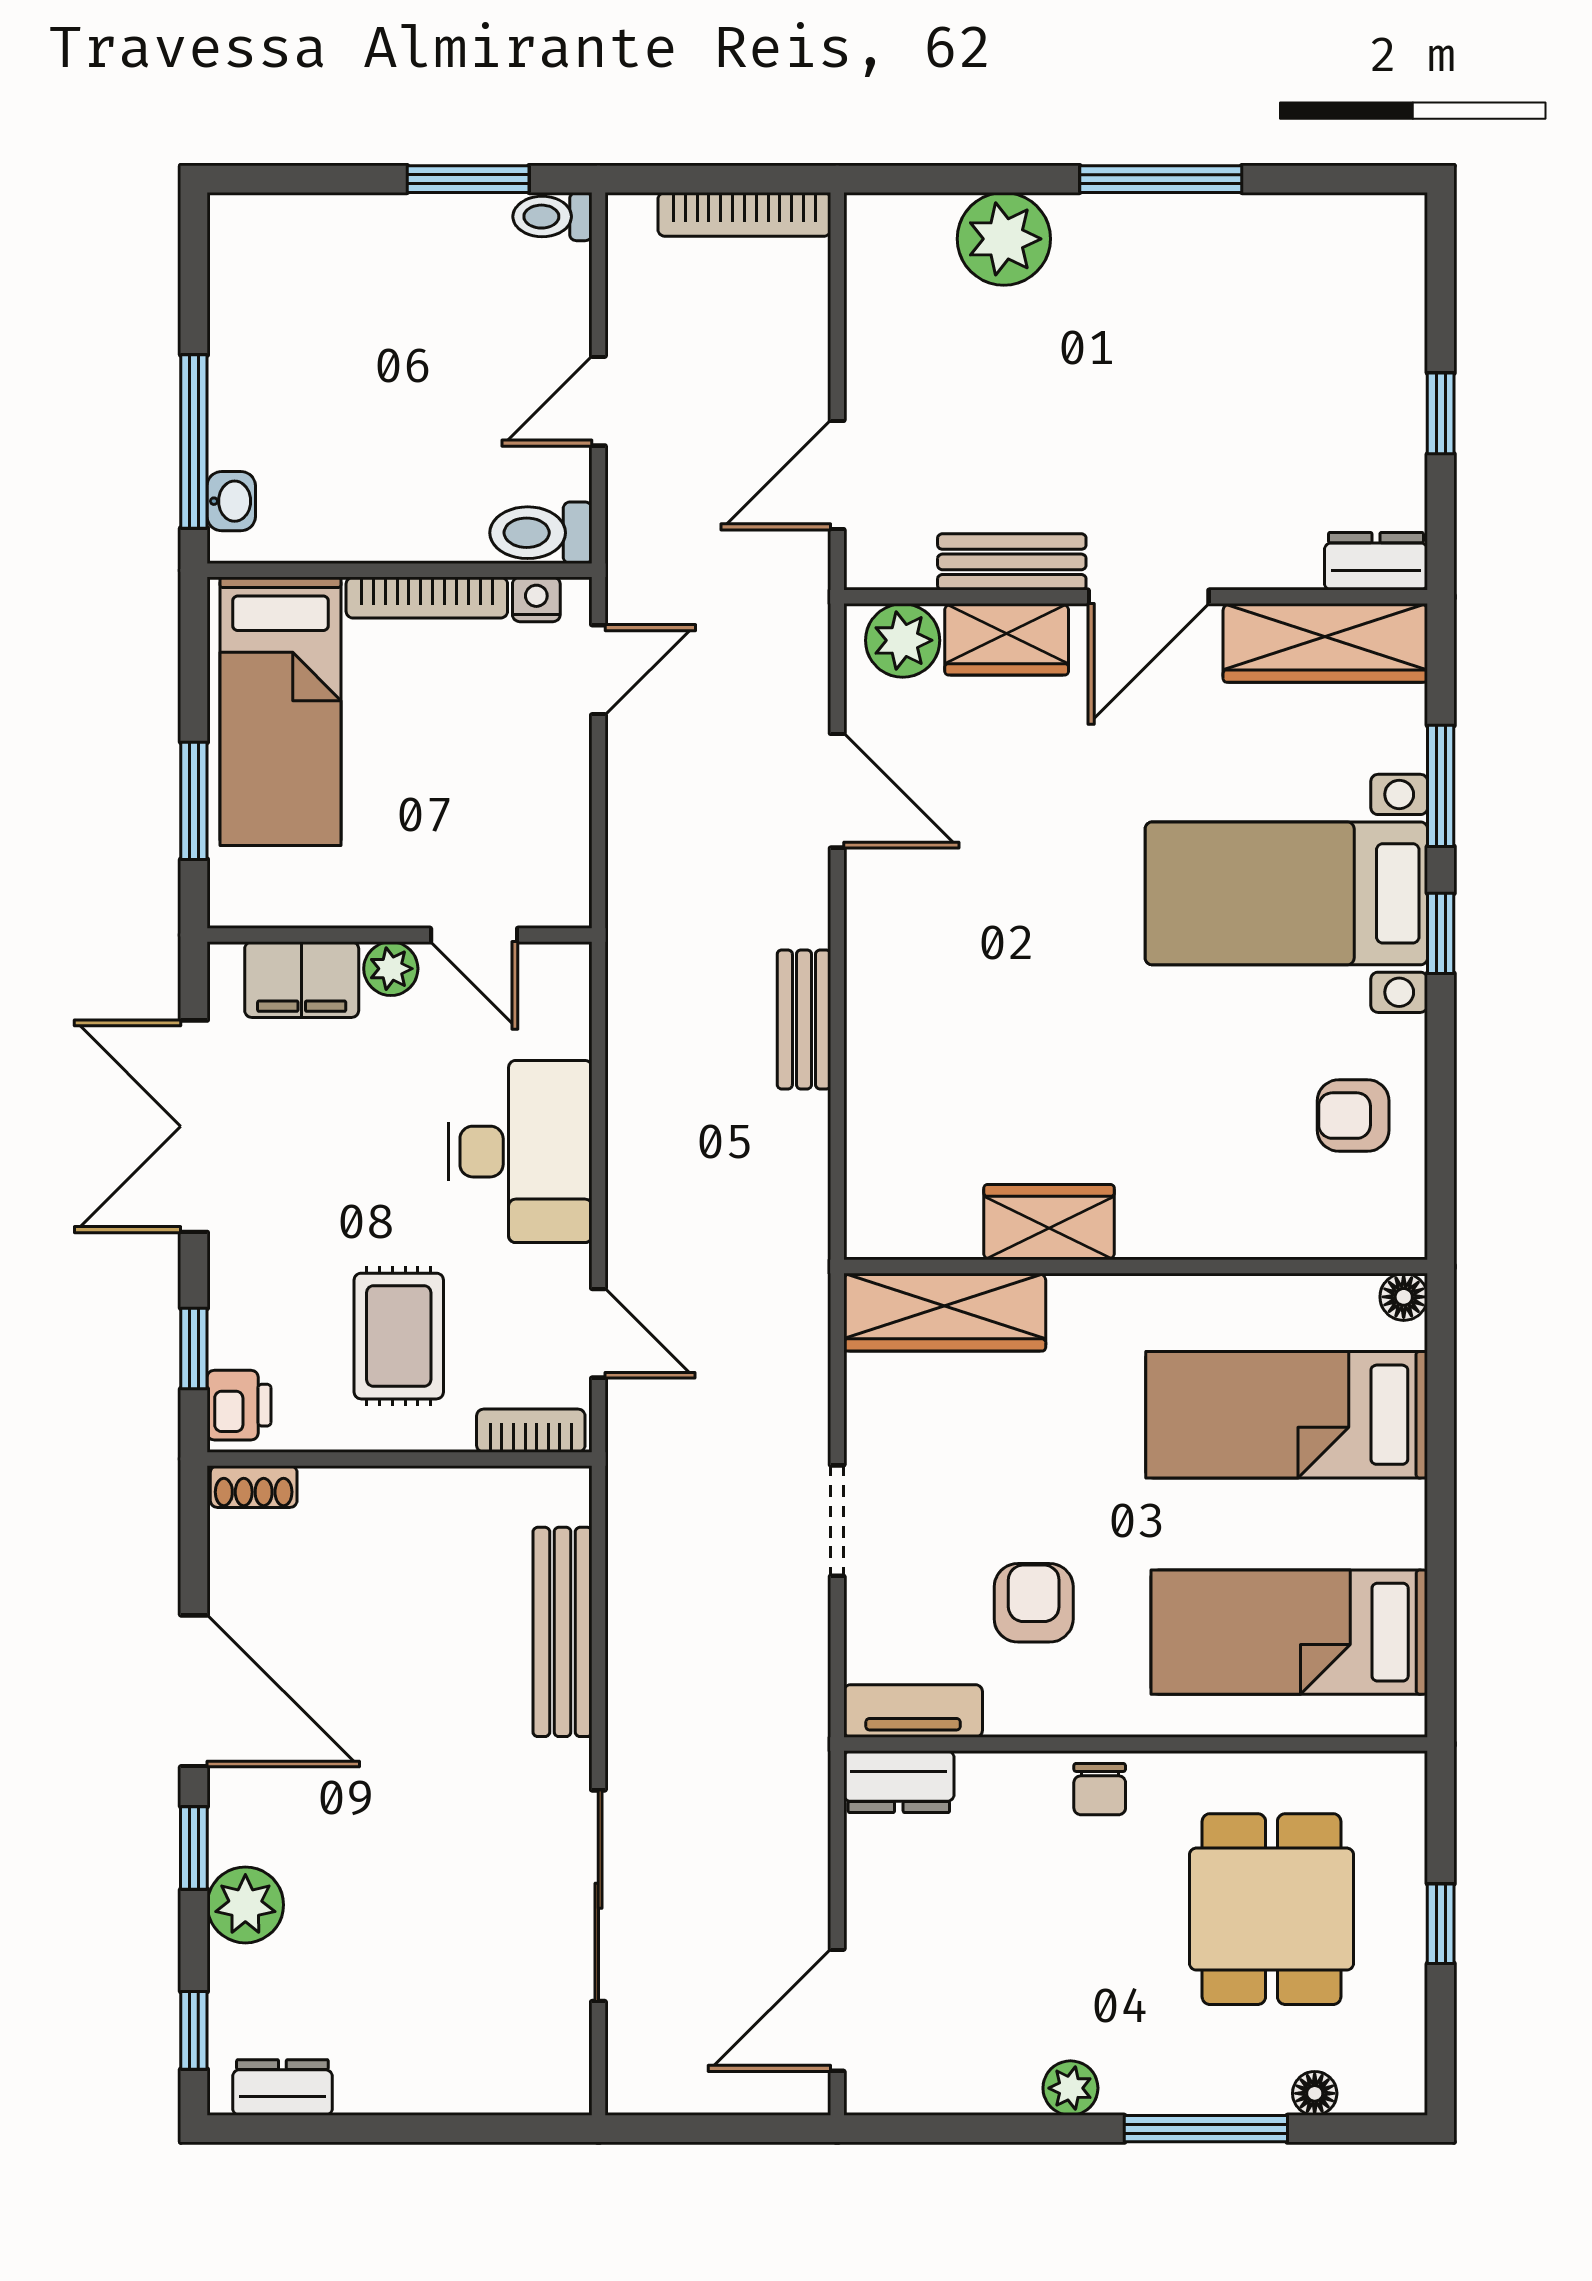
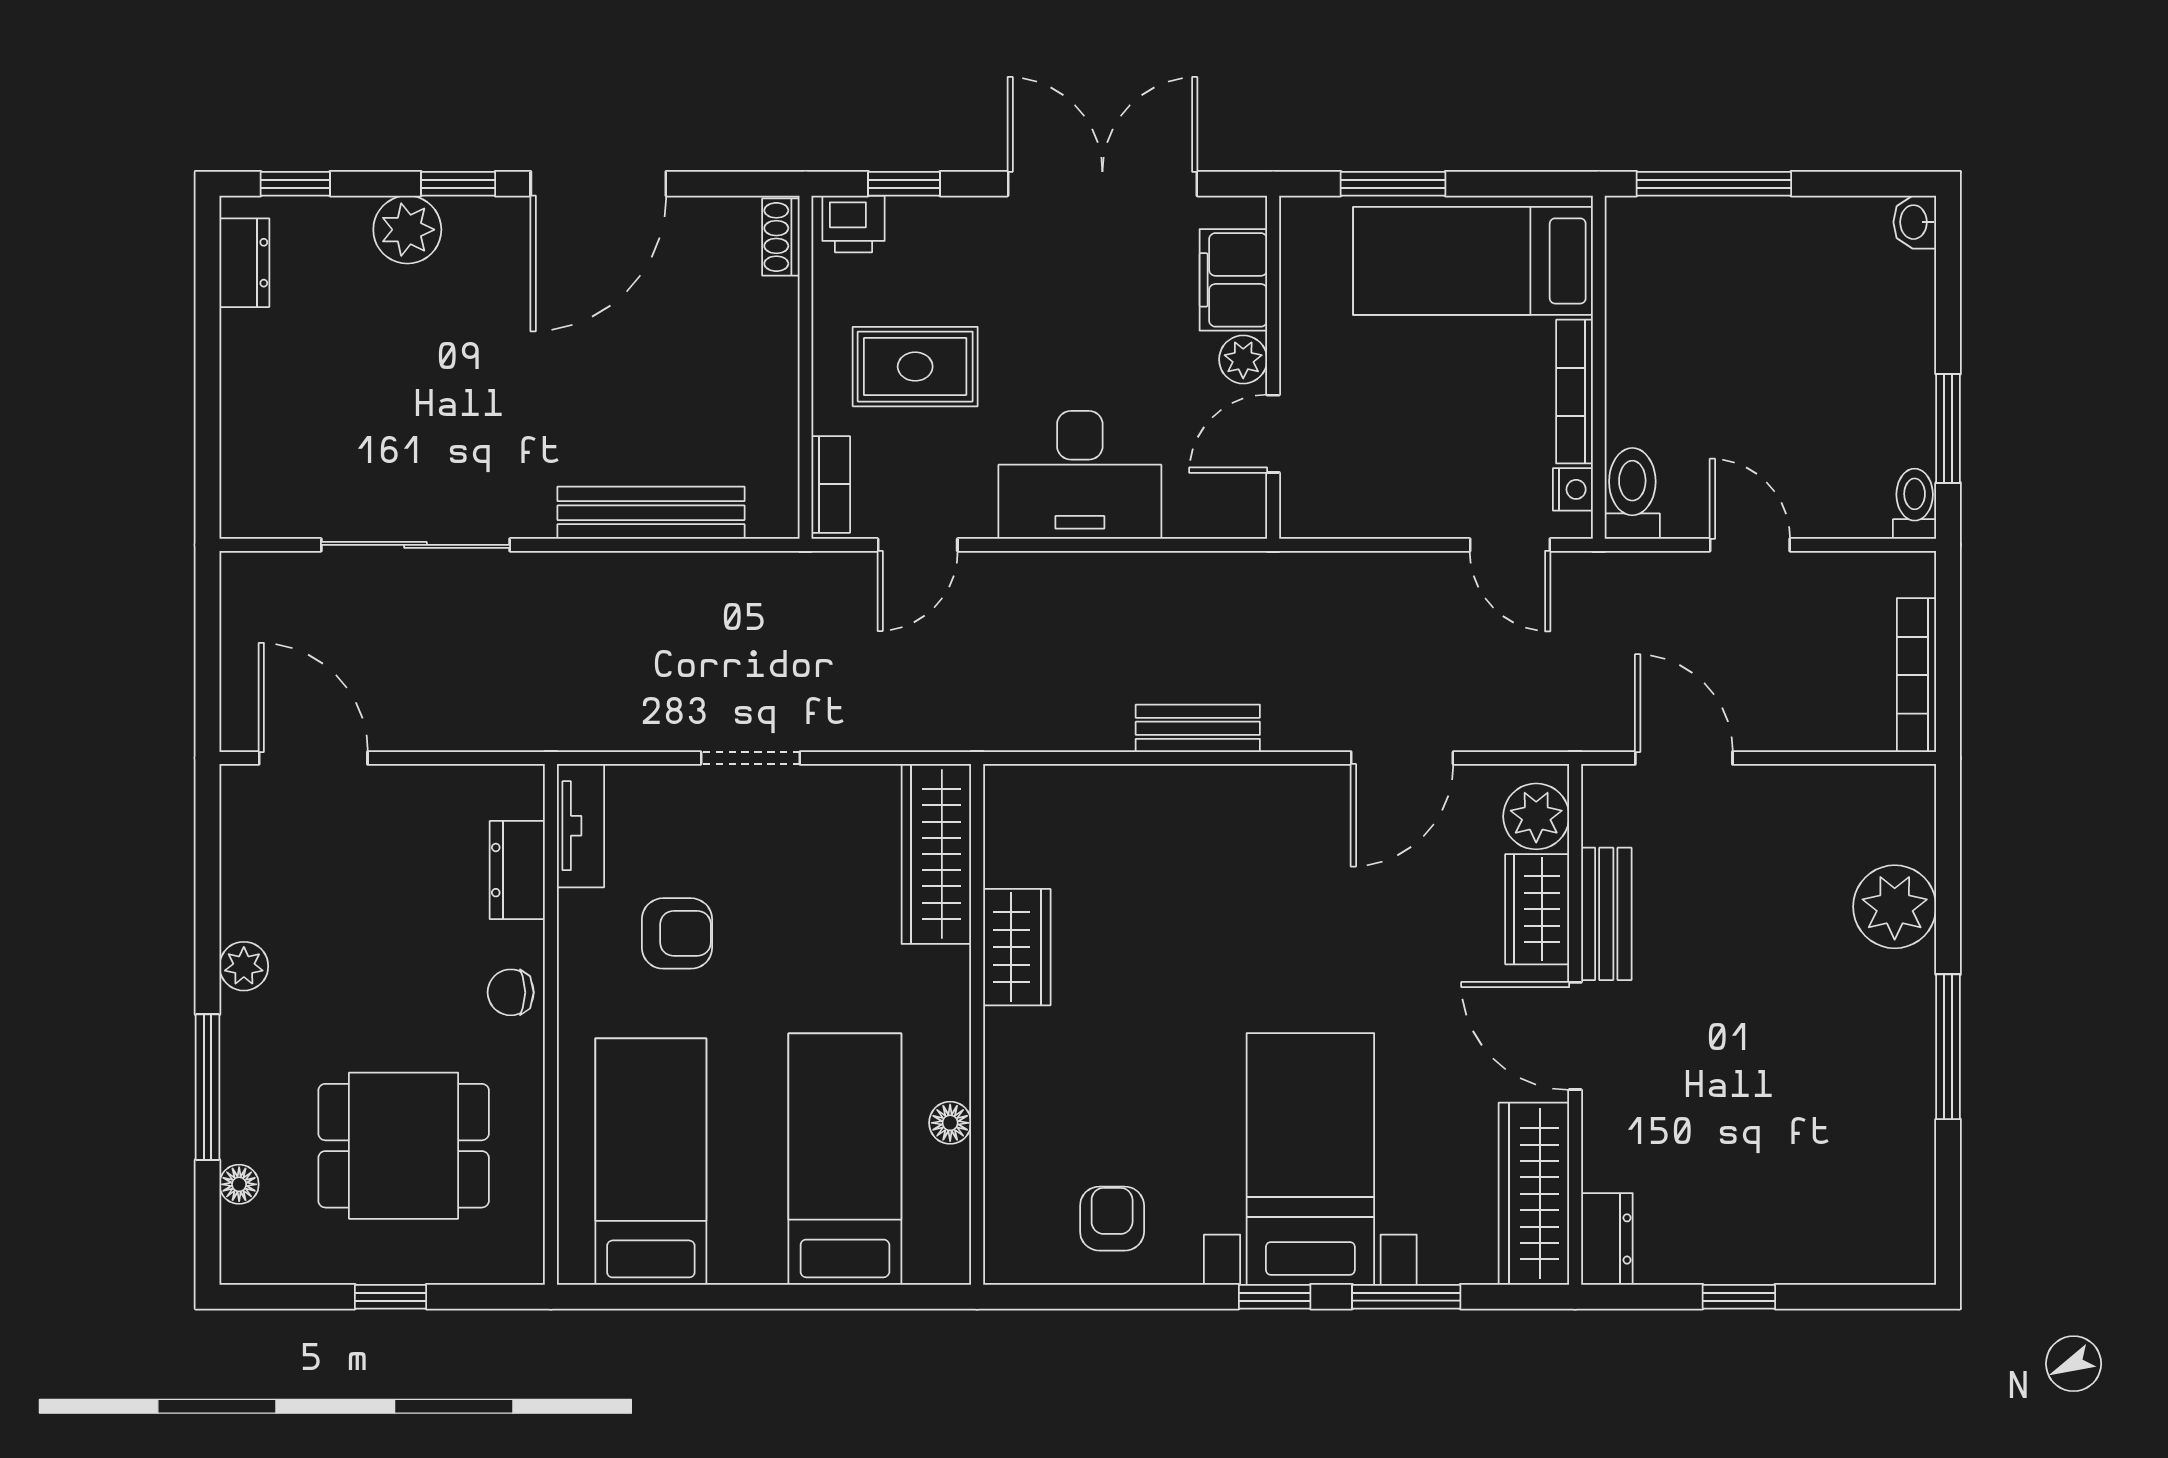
washbasin: (231, 501) -> (1915, 222), moved, turned 90
floor lamp: (1404, 1297) -> (950, 1123), moved
dresser: (899, 1782) -> (517, 870), moved

